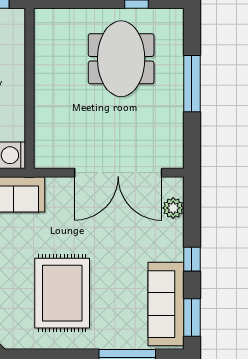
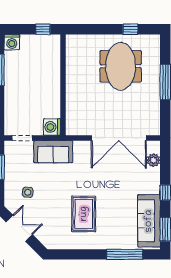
rug: (62, 293) -> (84, 214), width x0.73, depth x0.69

